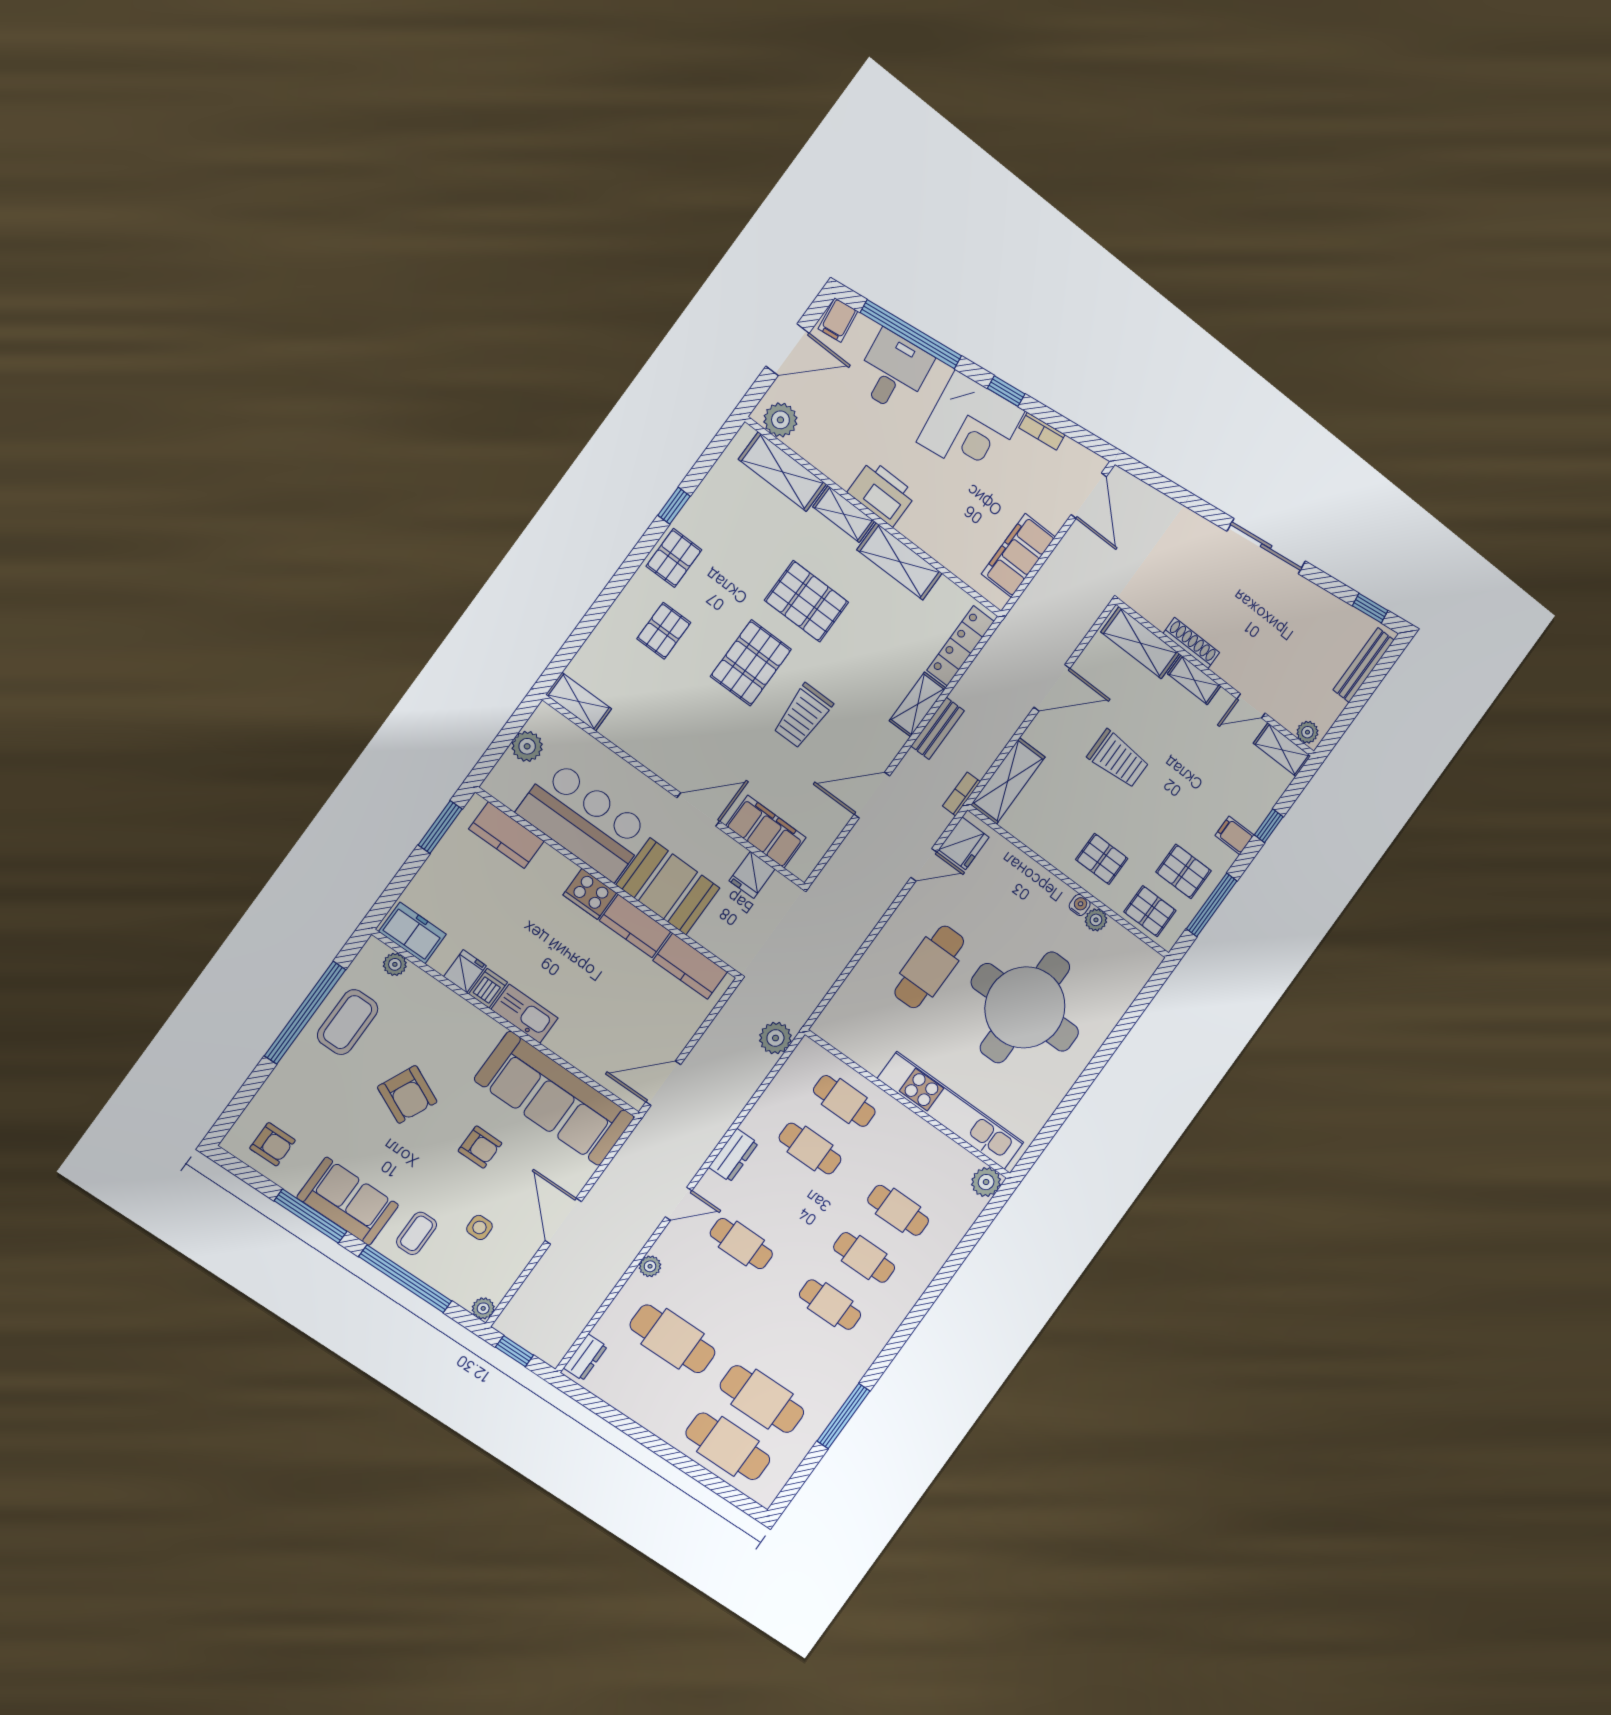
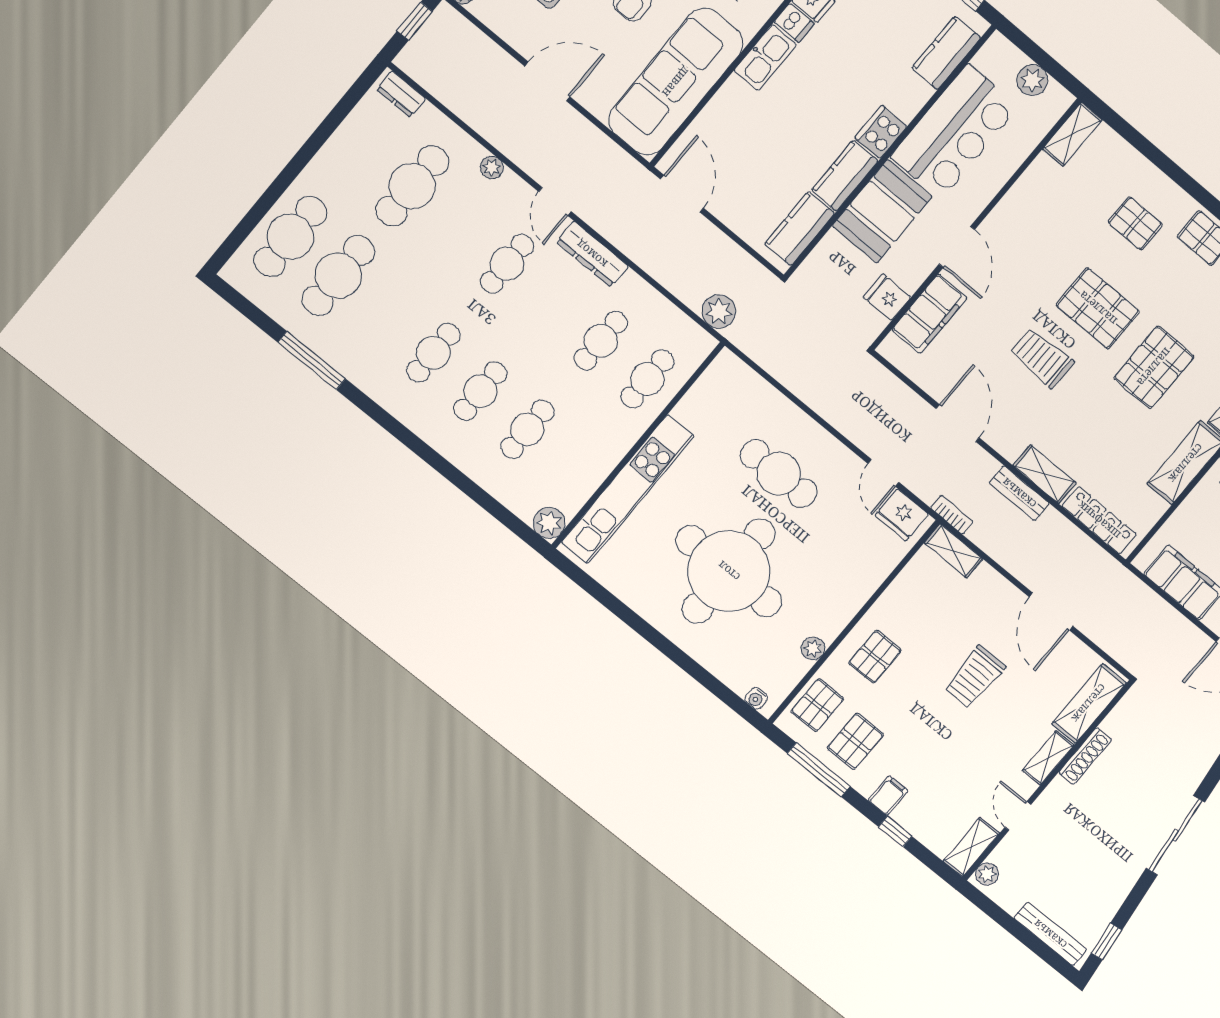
shelving: (1008, 781) -> (953, 551), width x0.67, depth x0.75
water cooler: (1080, 905) -> (756, 698), moved, turned 90
dresser: (733, 1155) -> (592, 254), width x1.44

